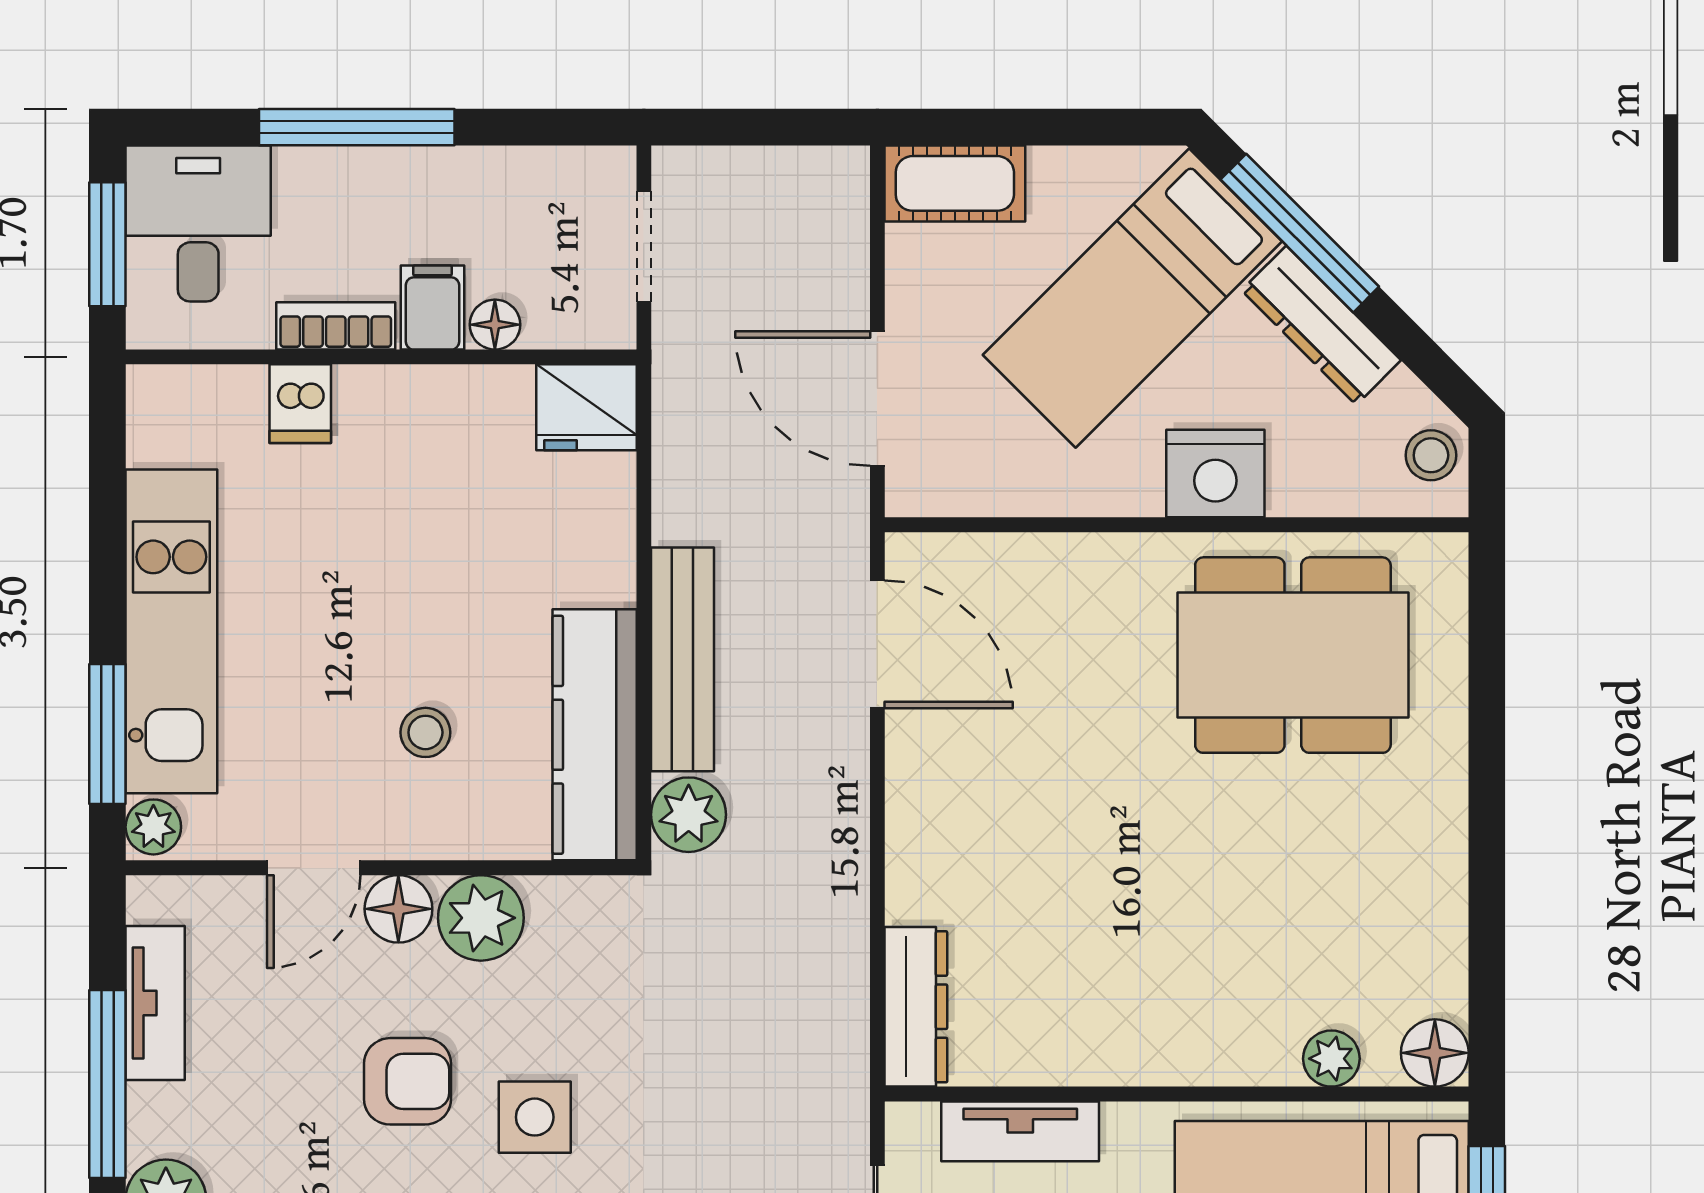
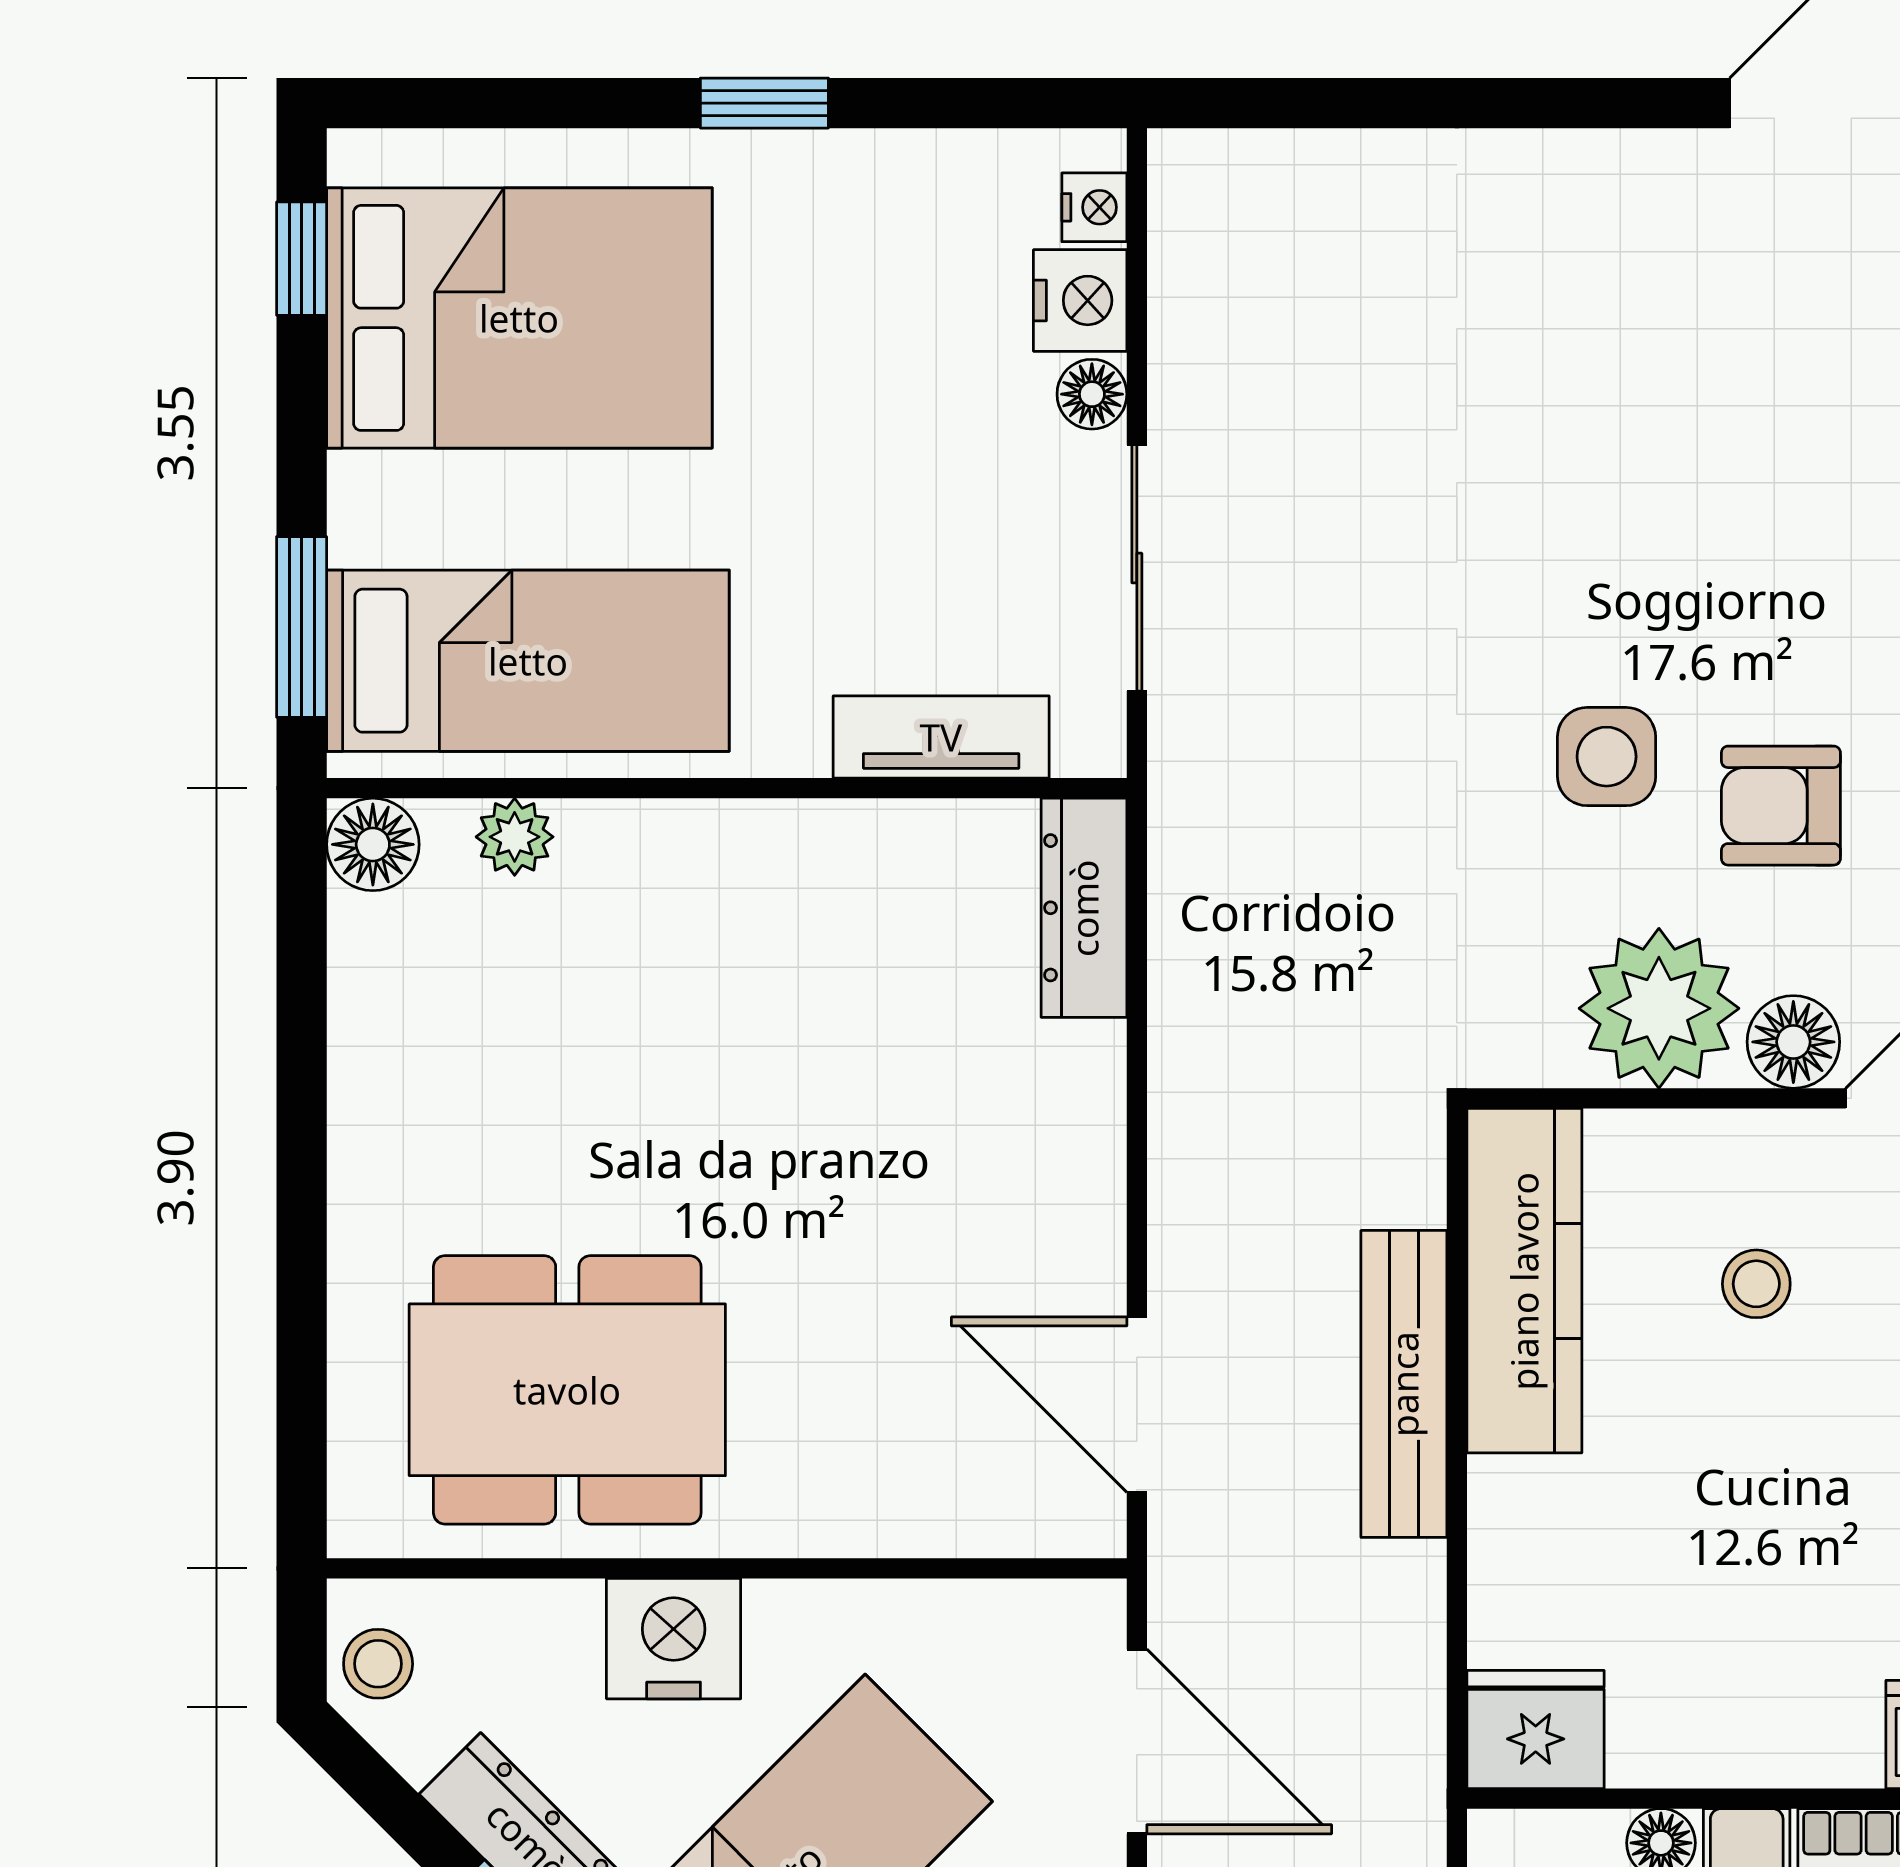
plant: (689, 815) -> (1396, 1171), removed
plant: (481, 918) -> (1659, 1008), width x1.36, depth x1.36

